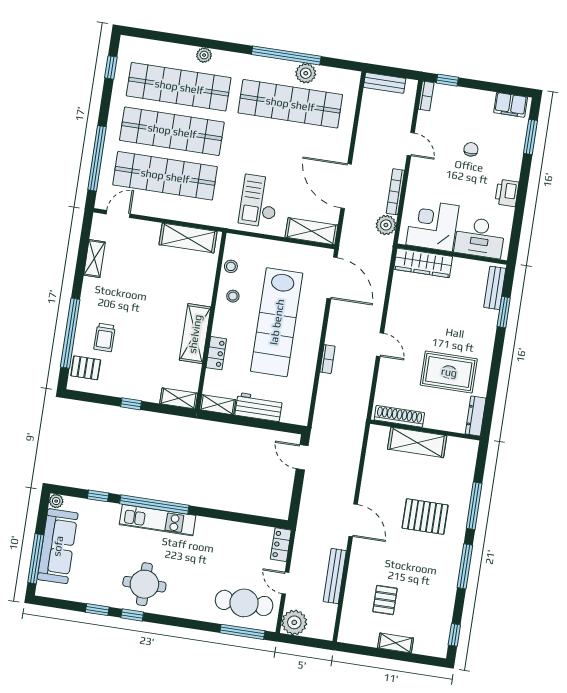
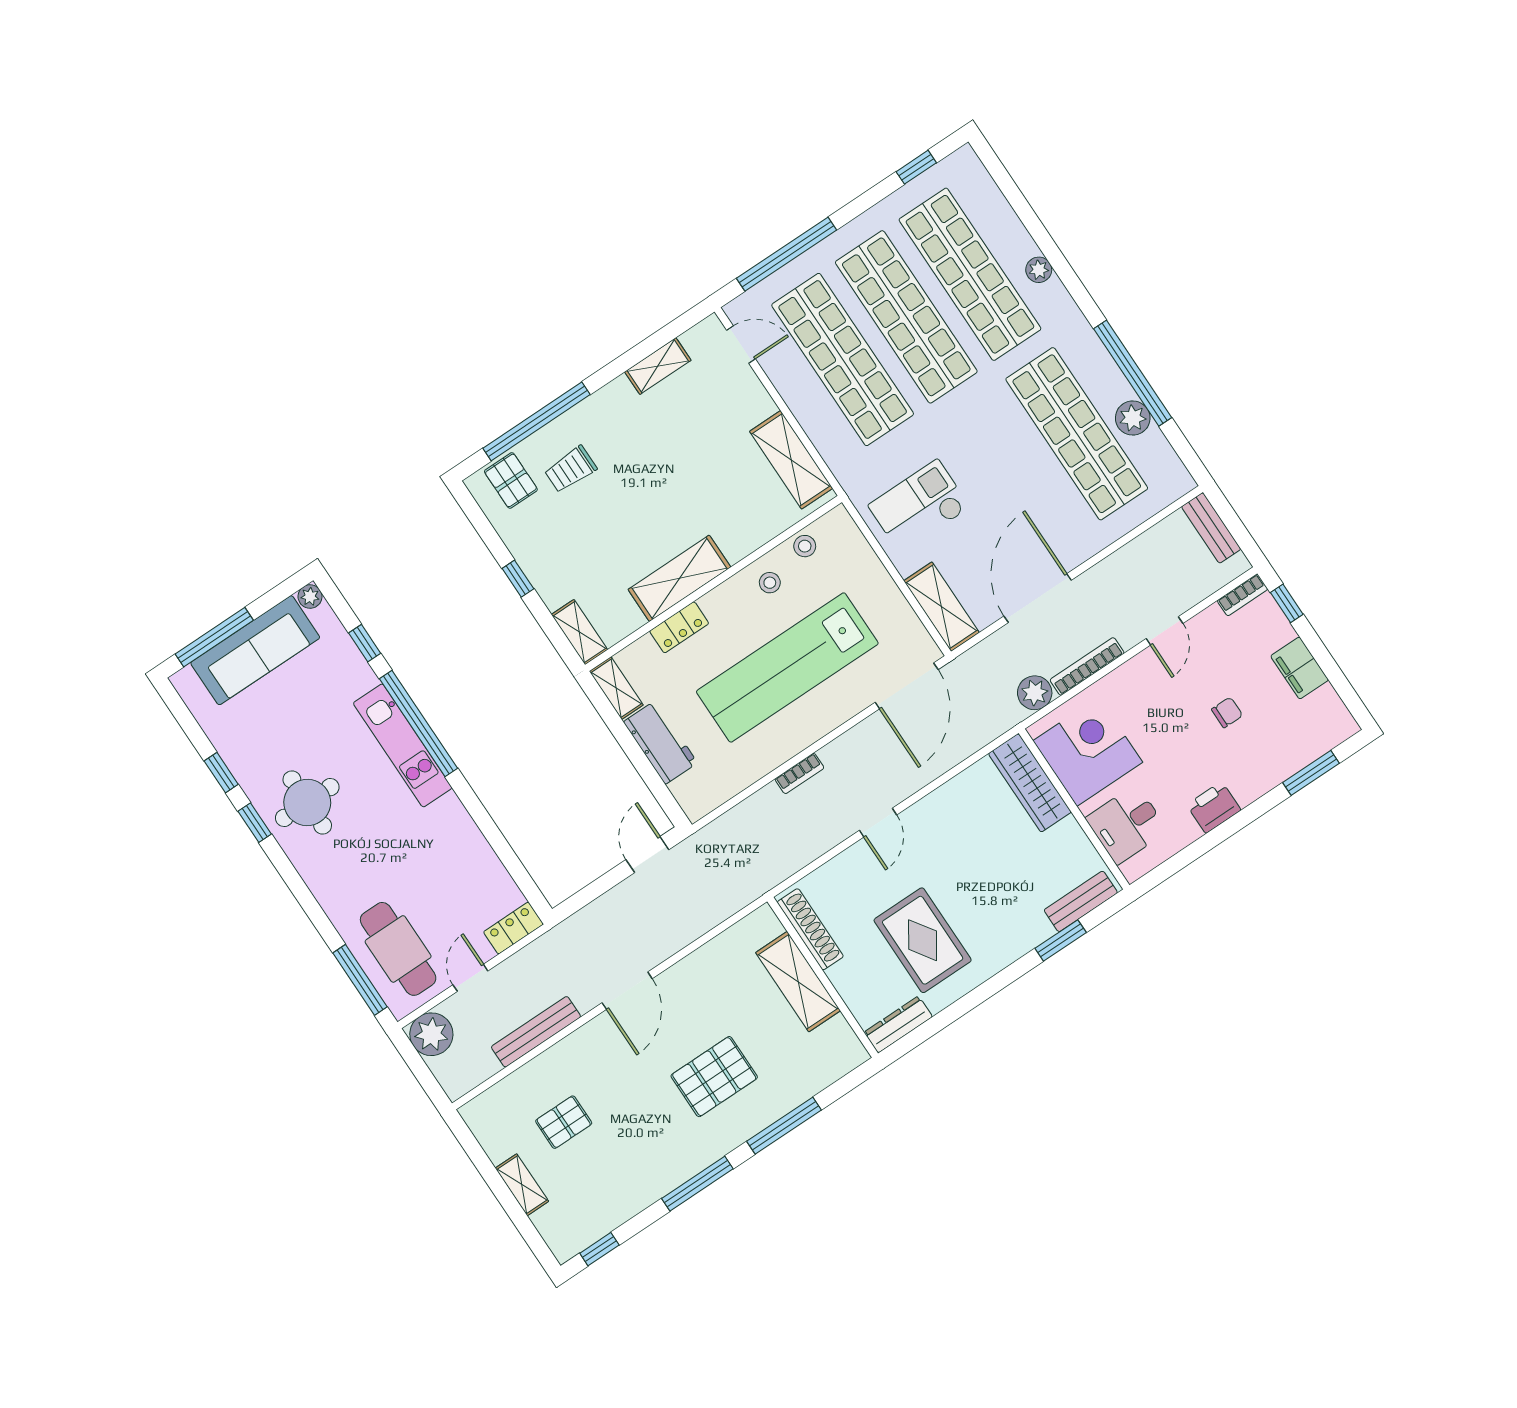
filing cabinet: (511, 105) -> (1300, 668), moved
desk: (480, 237) -> (1127, 825), width x0.73
pallet: (425, 517) -> (714, 1077), turned 90

